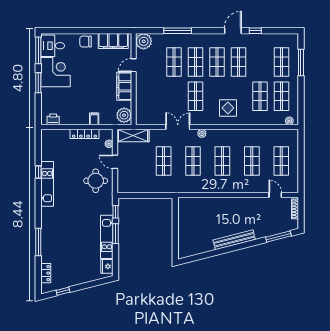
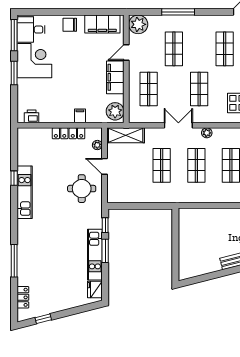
shop shelf: (195, 62) -> (149, 89), moved

